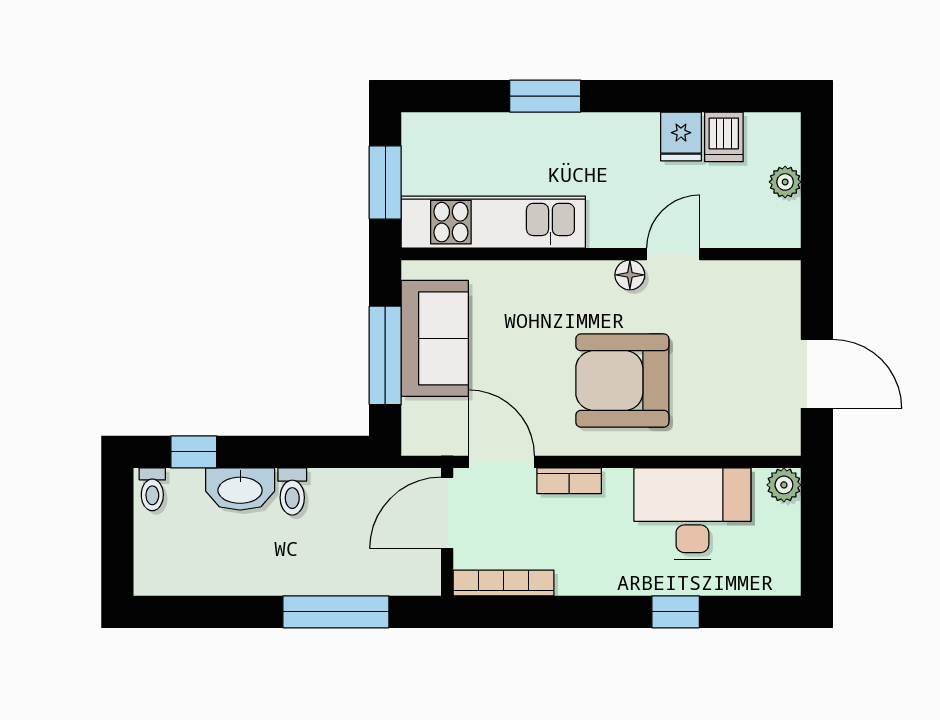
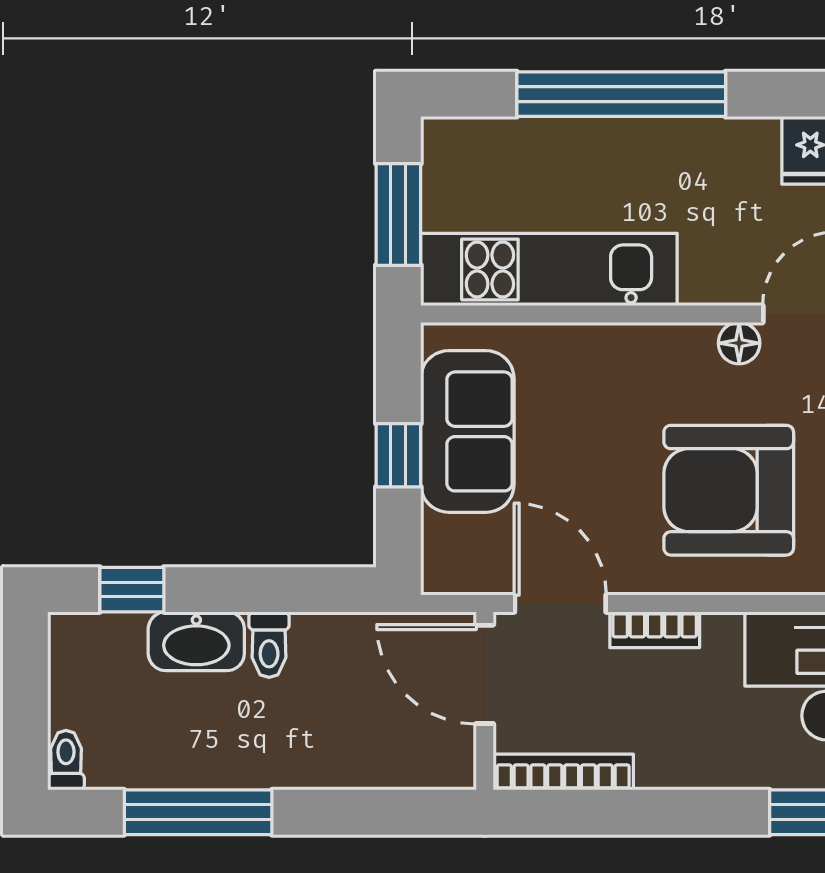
window: (545, 96) -> (621, 94), width x2.11
window: (385, 355) -> (398, 455), width x0.46
toilet: (152, 489) -> (66, 760), moved, turned 180
door: (447, 513) -> (485, 674), hinge flipped
window: (336, 612) -> (198, 812), moved

